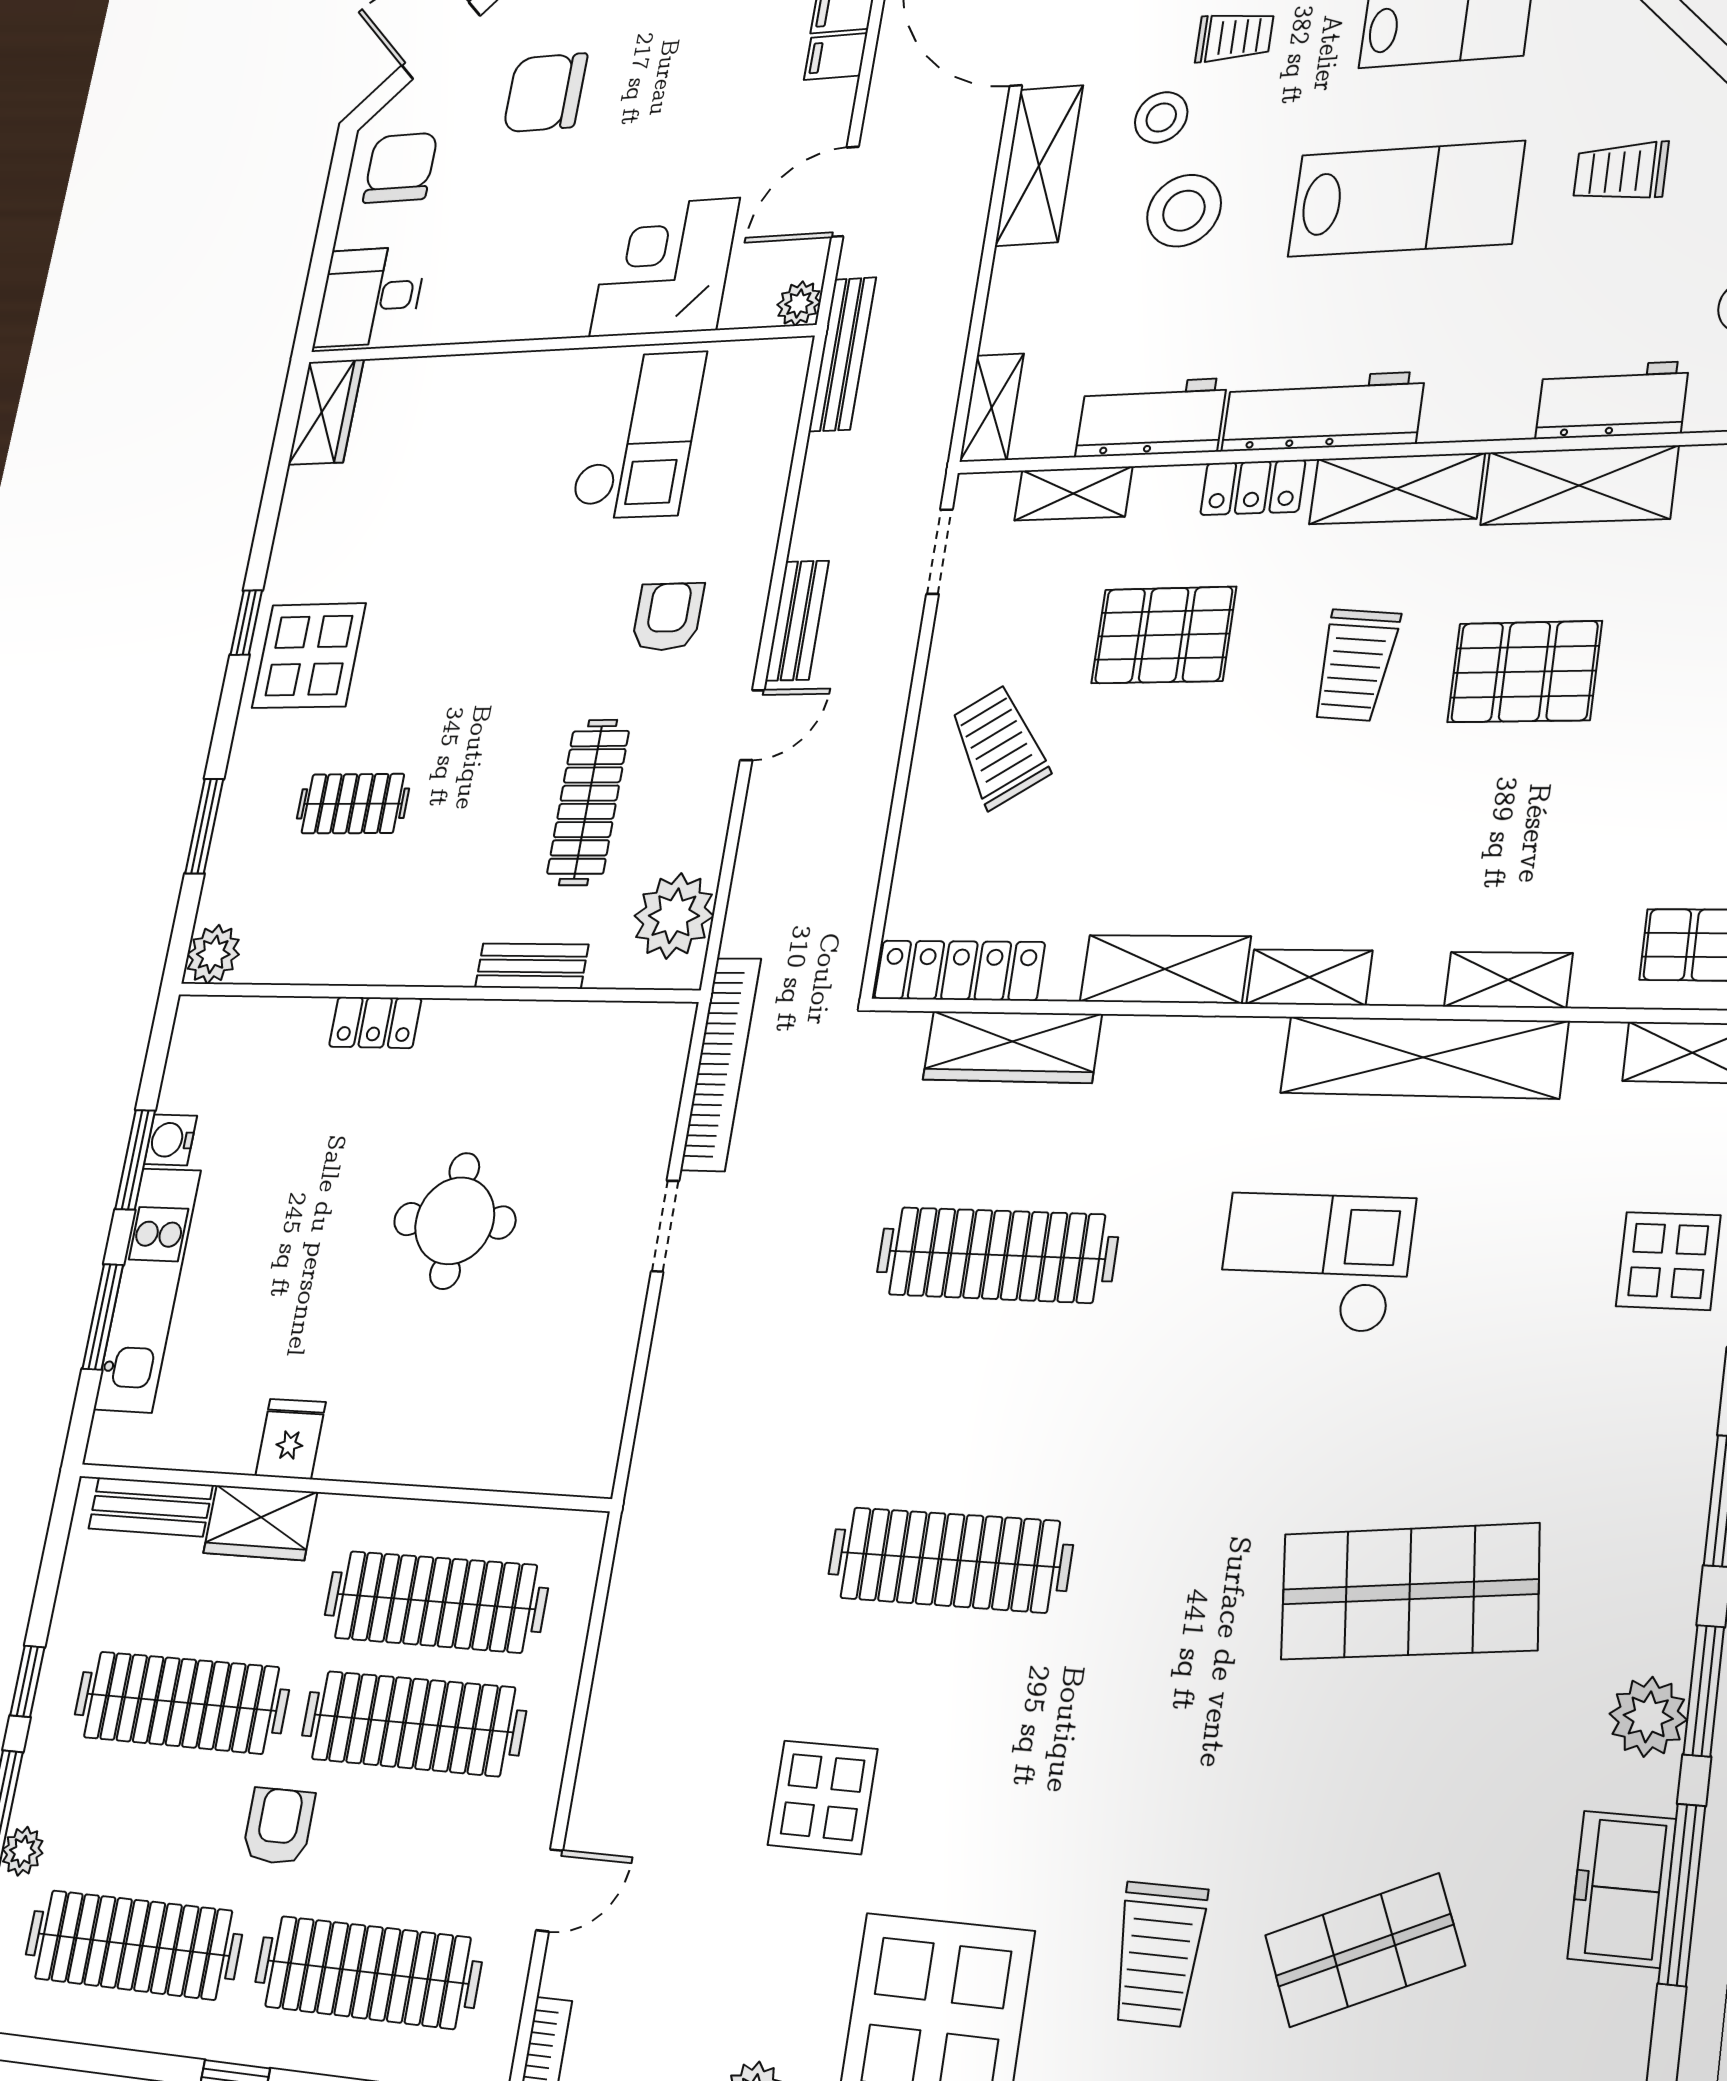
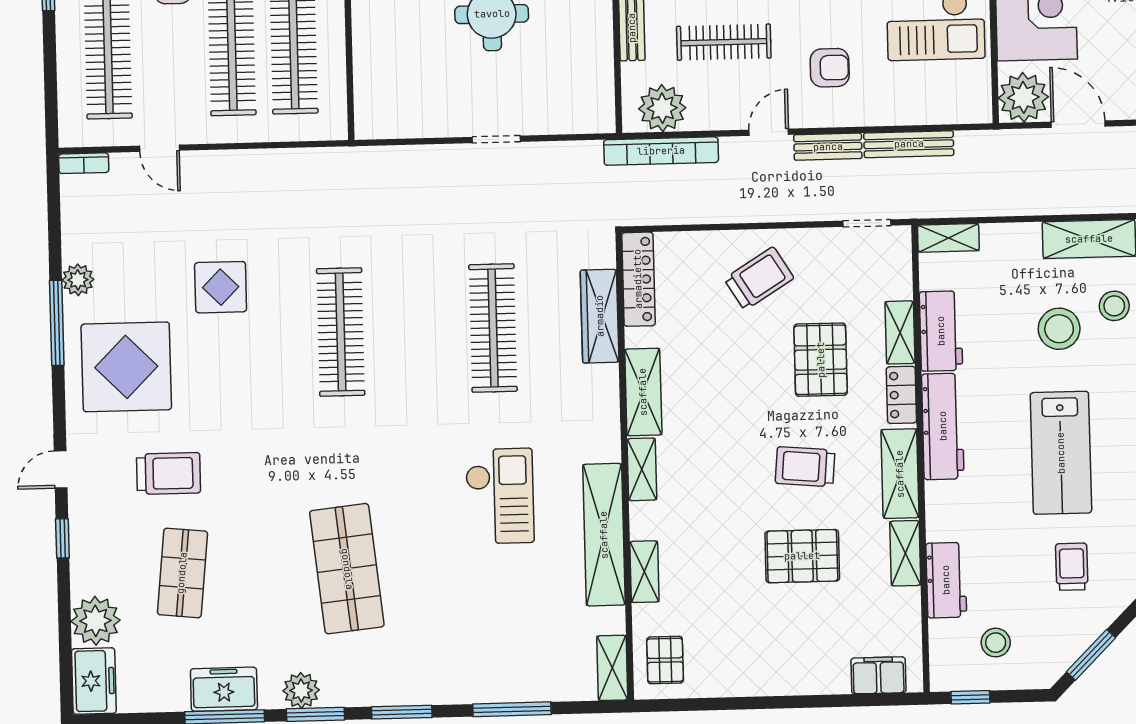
plant: (799, 303) -> (1023, 97), width x1.87, depth x1.87
bench: (842, 354) -> (909, 144), moved
shelving: (1579, 485) -> (905, 553), width x0.67, depth x0.75
shelving: (1073, 494) -> (900, 332), moved
pallet: (1524, 672) -> (802, 556), turned 90
door: (752, 725) -> (769, 132), swing flipped
bookcase: (721, 1064) -> (661, 151), moved
display table: (1668, 1261) -> (512, 670), removed
shop shelf: (1364, 1950) -> (182, 573), turned 30
trolley: (1159, 1954) -> (168, 473), turned 180

